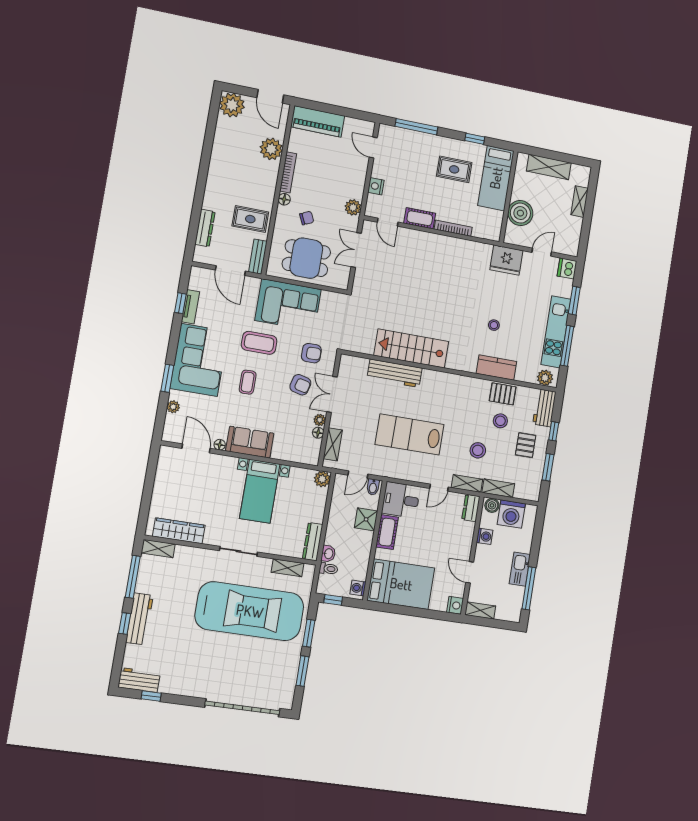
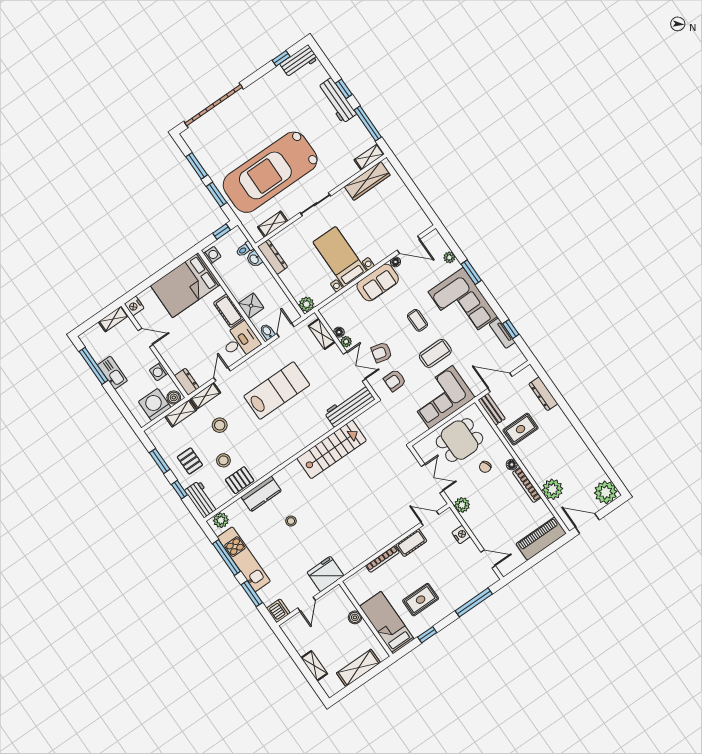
boiler: (520, 213) -> (355, 617), width x0.54, depth x0.54
workbench: (395, 373) -> (349, 406), moved

